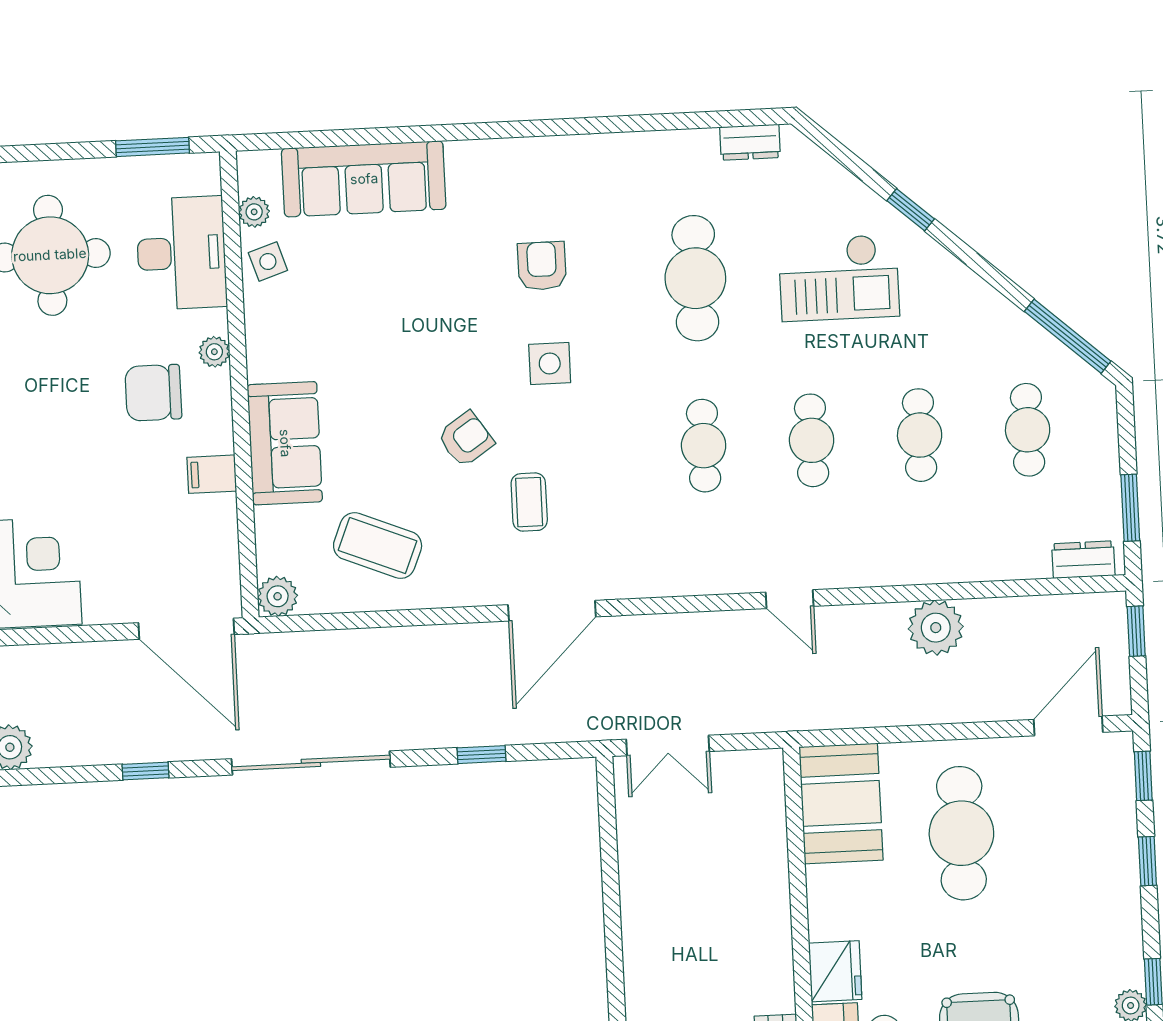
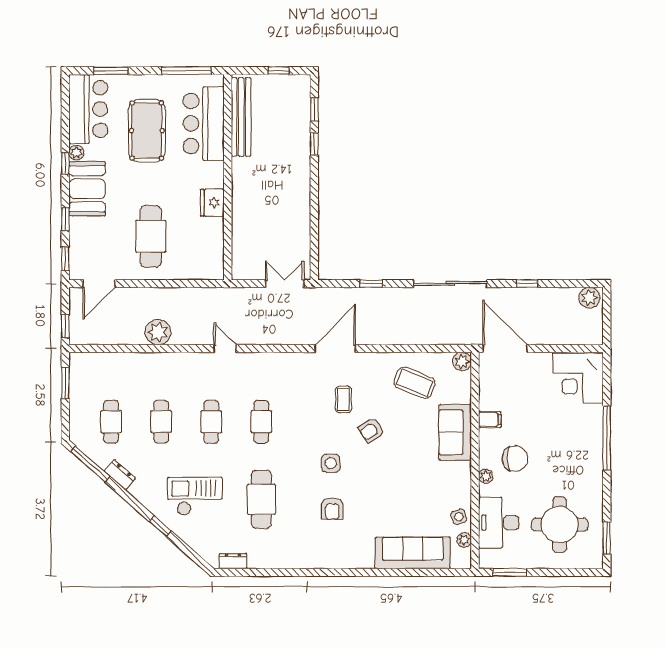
dresser: (1083, 560) -> (120, 475), moved, turned -138
booth: (841, 803) -> (87, 189), moved
fridge: (835, 971) -> (212, 203), moved

